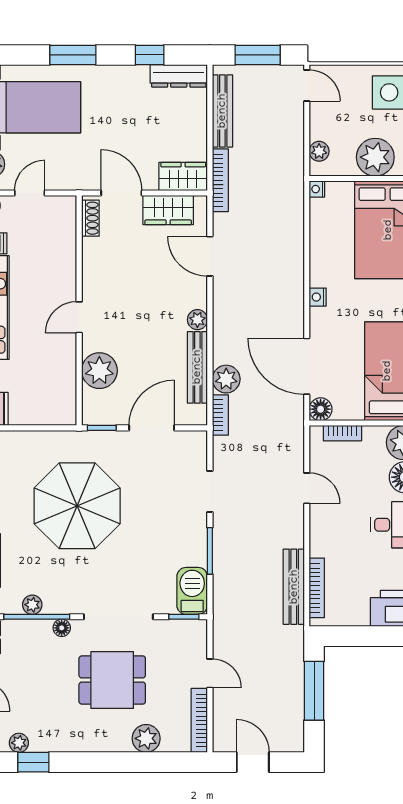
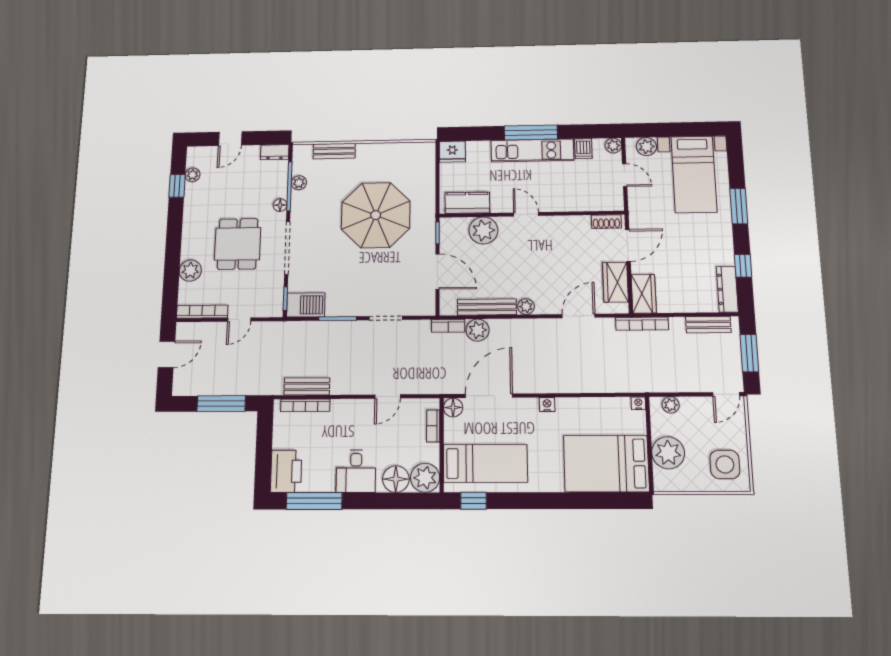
bench: (222, 111) -> (708, 325), width x0.73
kitchen counter: (63, 390) -> (467, 203), added
bench: (294, 587) -> (307, 386), width x0.73

